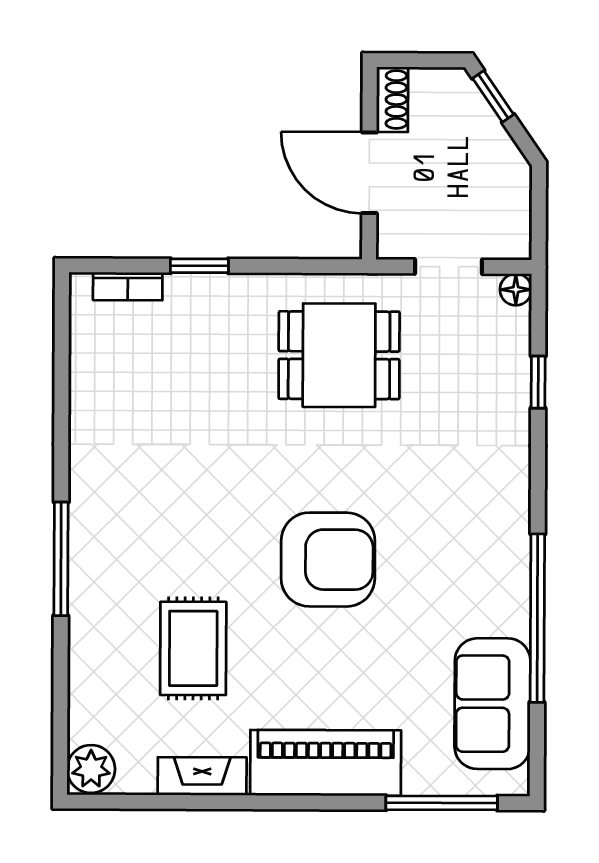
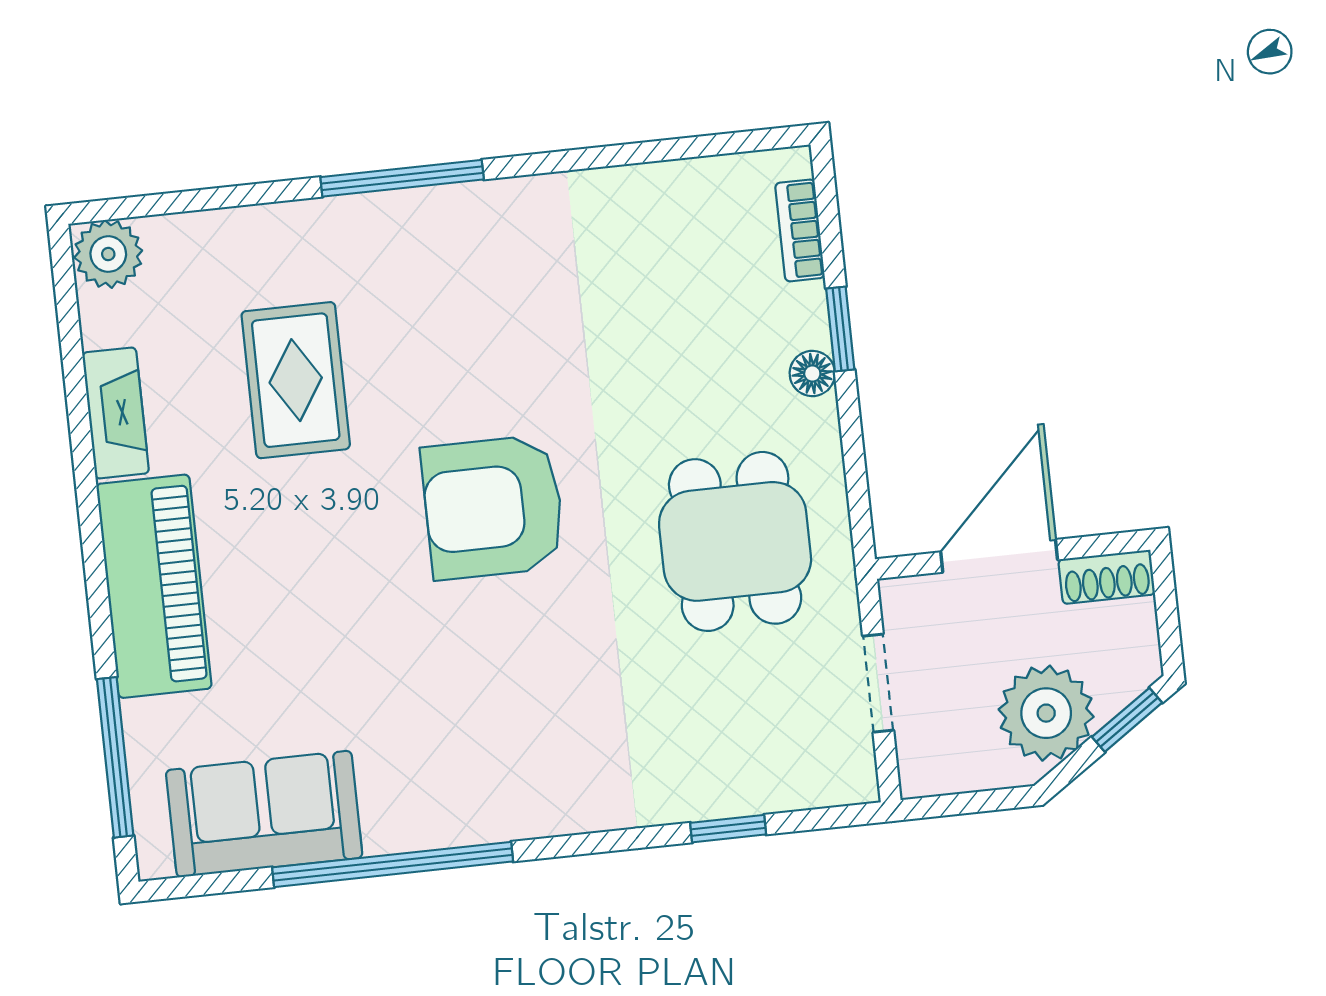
plant: (482, 152) -> (1046, 713), added
floor lamp: (516, 290) -> (812, 374), moved
armchair: (328, 560) -> (493, 507), moved, turned 90
rug: (193, 648) -> (296, 380), turned 90

